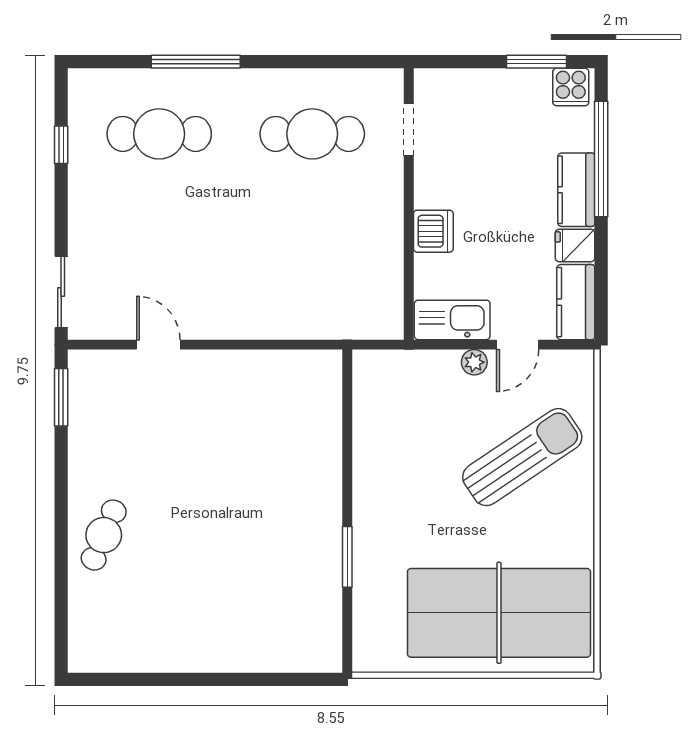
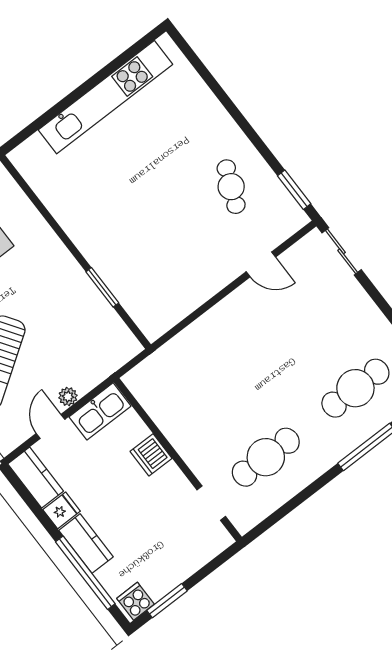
cafe table: (104, 535) -> (231, 187), moved
window: (347, 557) -> (102, 287), moved
kitchen unit: (187, 652) -> (105, 97), added

